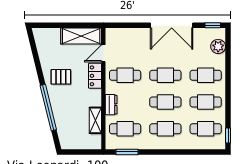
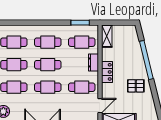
locker: (95, 76) -> (107, 72), moved
shelving: (95, 120) -> (107, 36), moved

